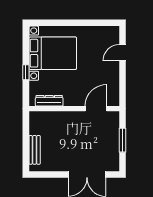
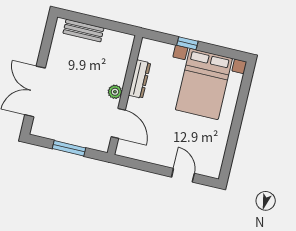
dresser: (49, 101) -> (140, 79), moved
plant: (74, 116) -> (115, 92), added

